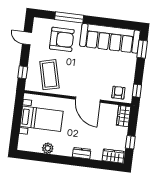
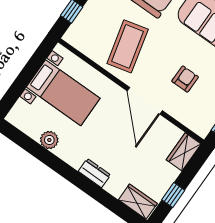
coffee table: (49, 75) -> (128, 46), moved
armchair: (118, 93) -> (185, 79), moved

